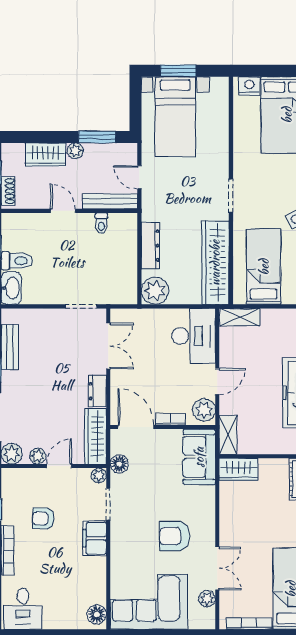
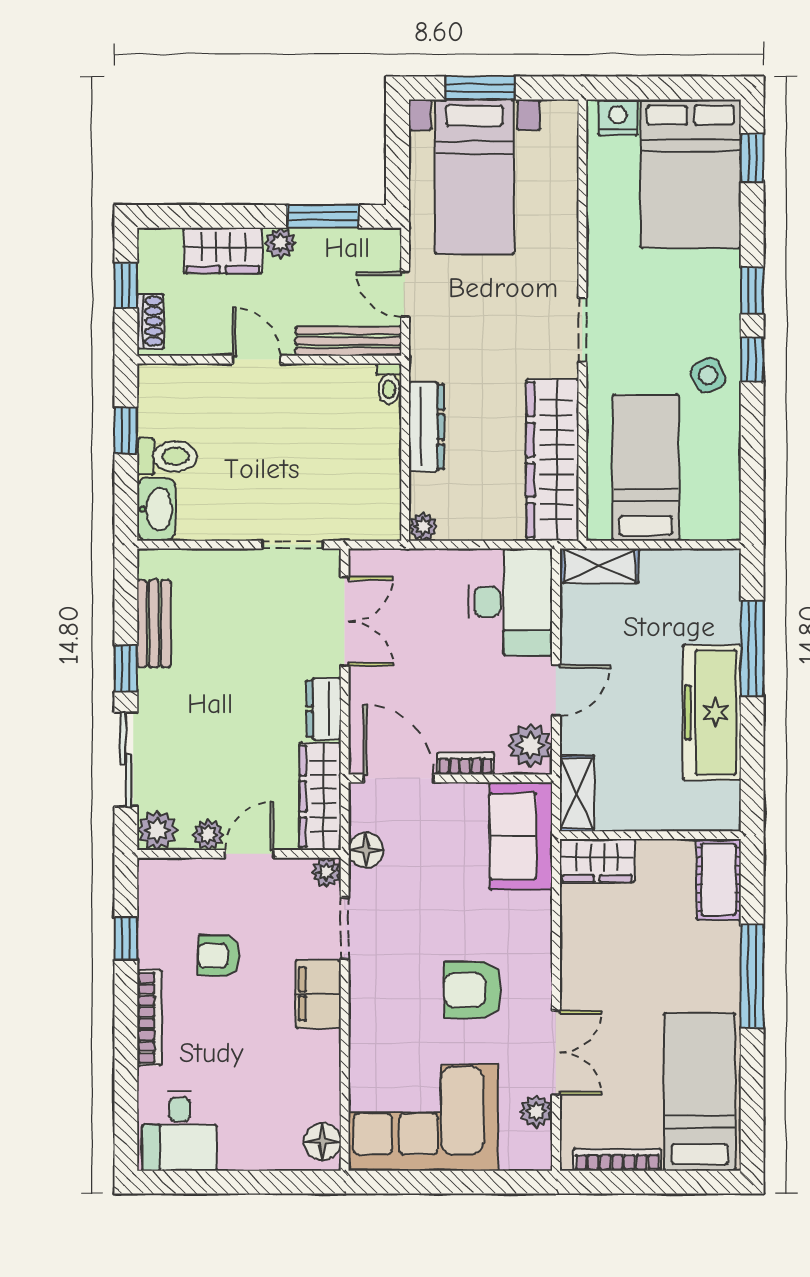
toilet: (101, 223) -> (389, 384), moved
plant: (155, 291) -> (423, 527), width x0.53, depth x0.53

